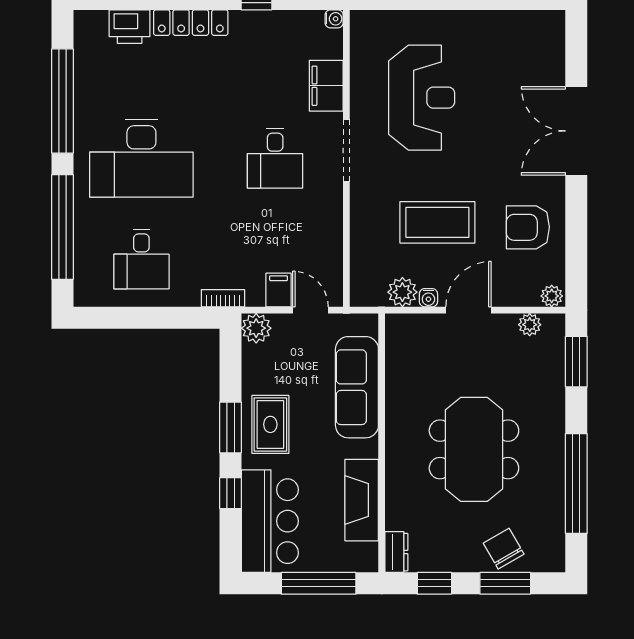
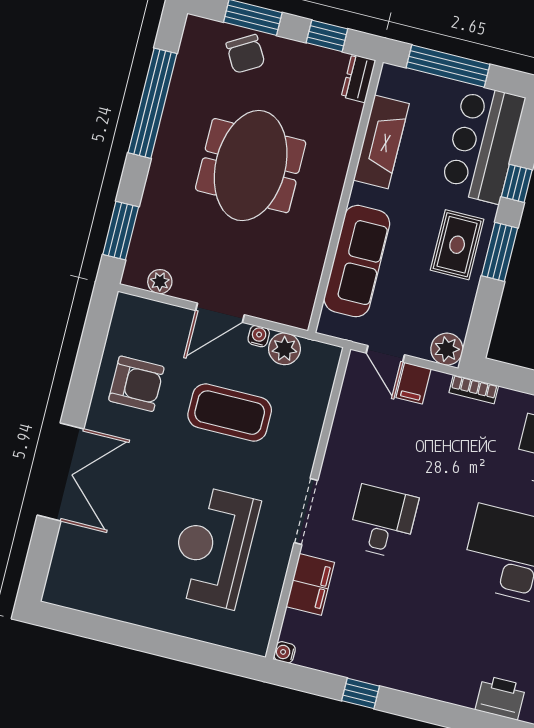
locker: (191, 23) -> (436, 686), removed
plant: (552, 296) -> (129, 306), removed

